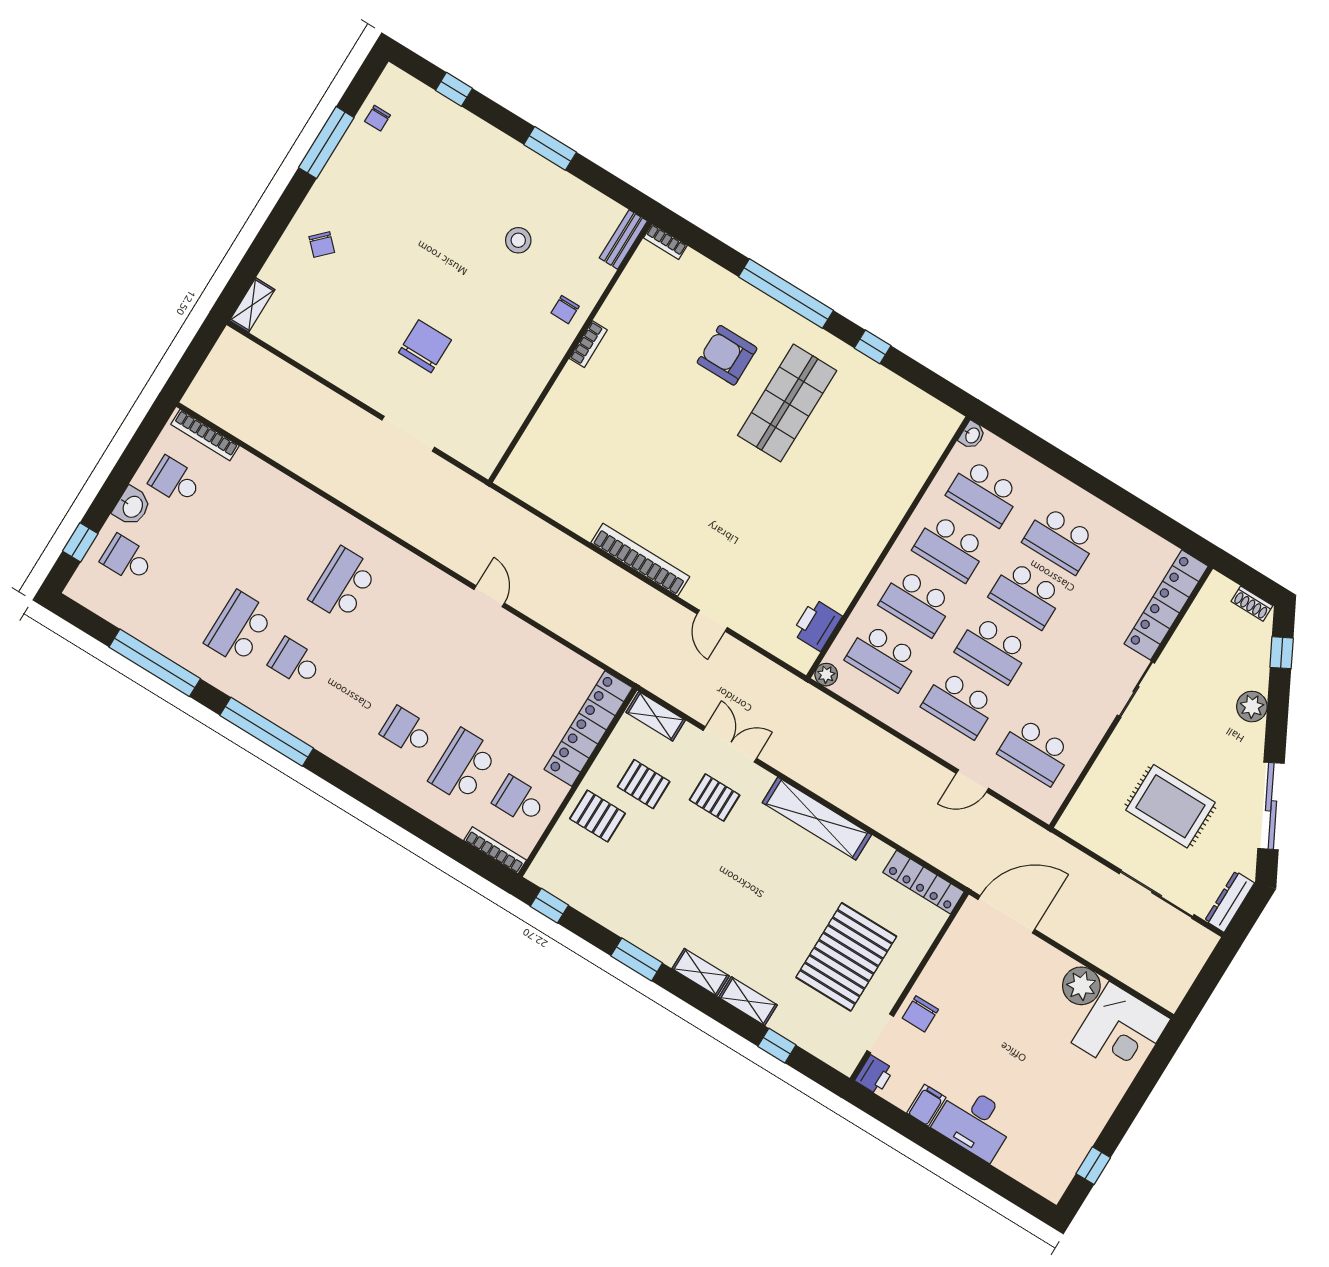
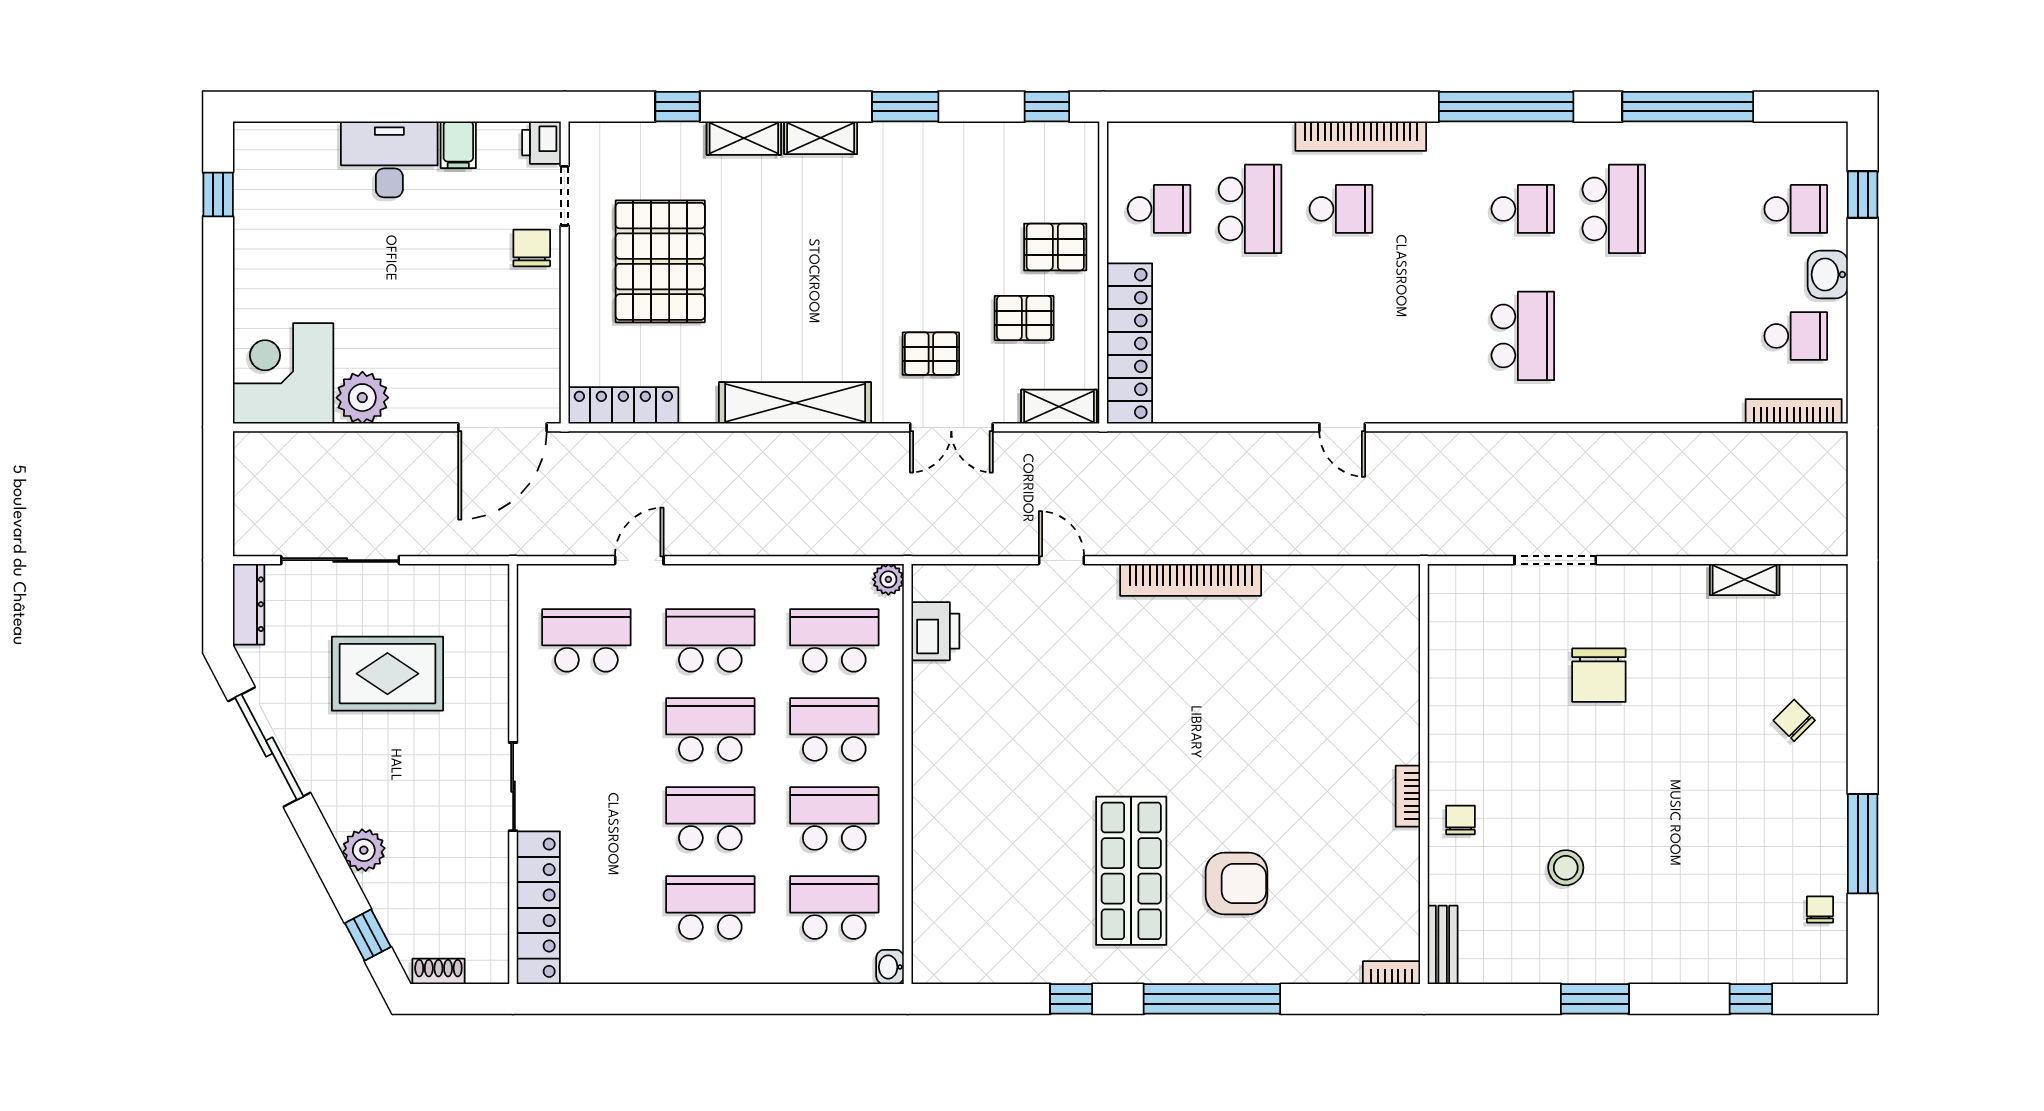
shelving: (252, 305) -> (1745, 579), moved, turned 90
bookcase: (495, 850) -> (1361, 136), moved, width x1.48, depth x1.31

